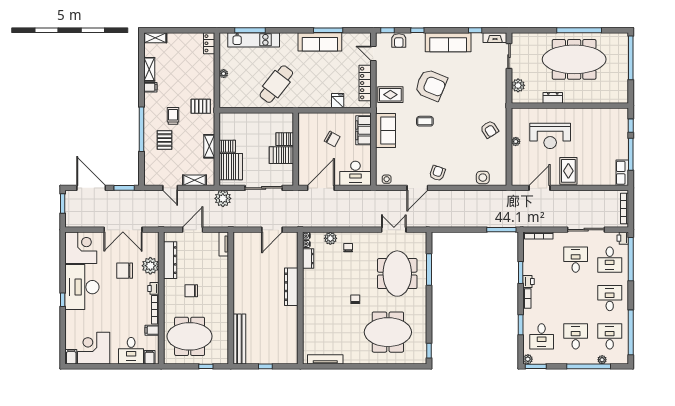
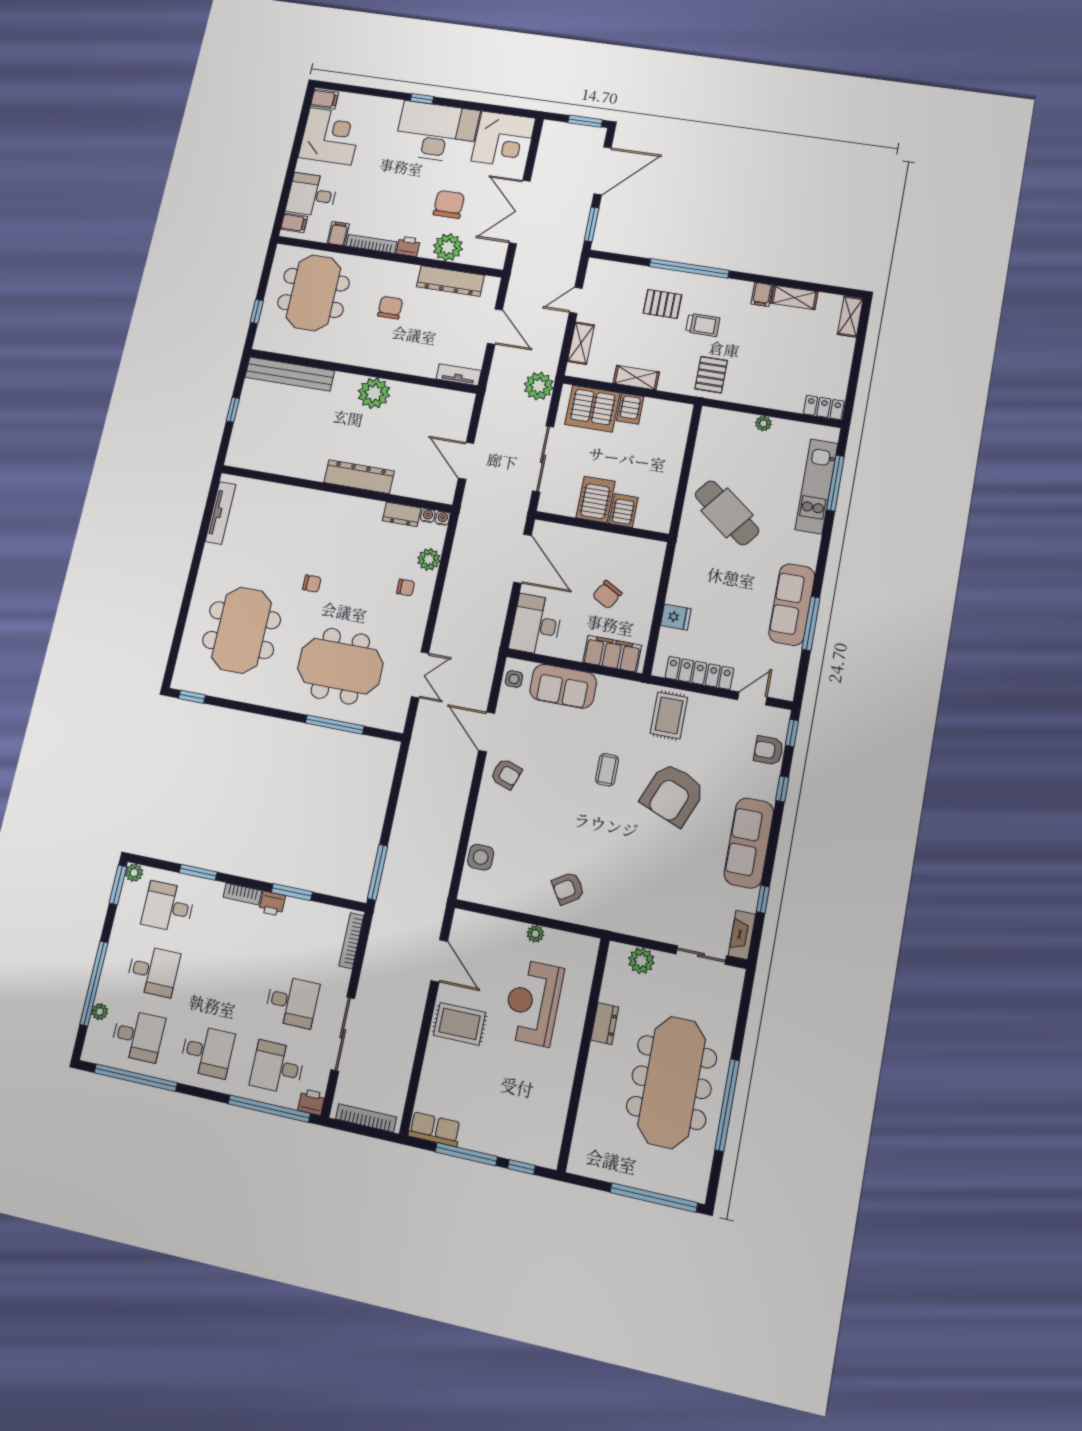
sofa: (386, 130) -> (563, 686), moved
plant: (242, 289) -> (374, 393), added

